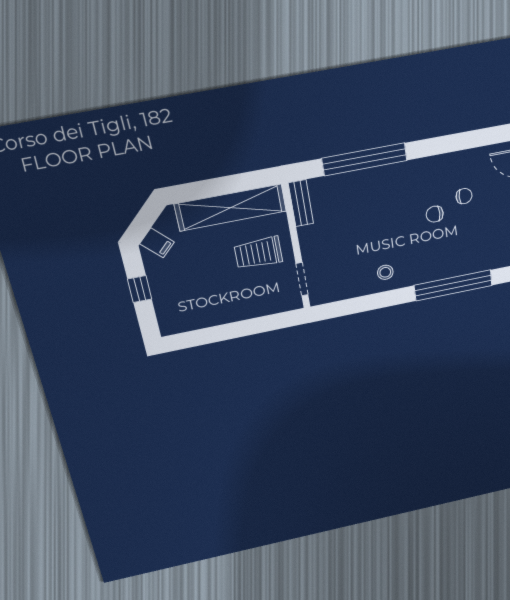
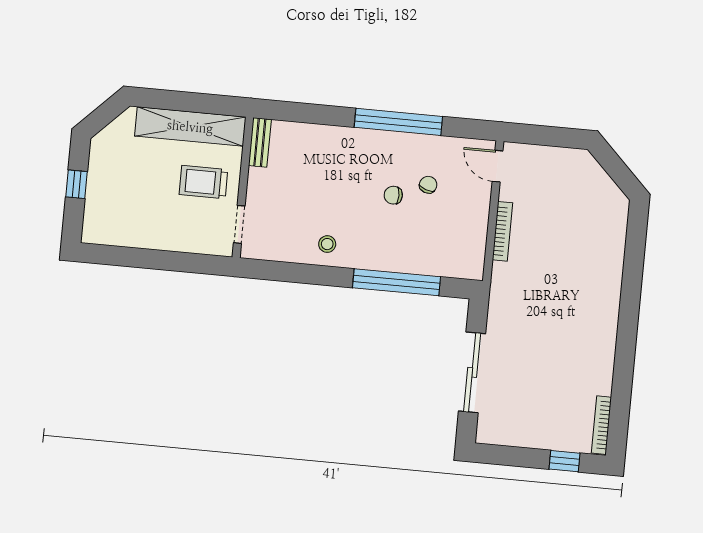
window: (365, 159) -> (398, 122), moved
chair: (464, 196) -> (428, 185), turned -71
filing cabinet: (157, 243) -> (109, 141), removed

